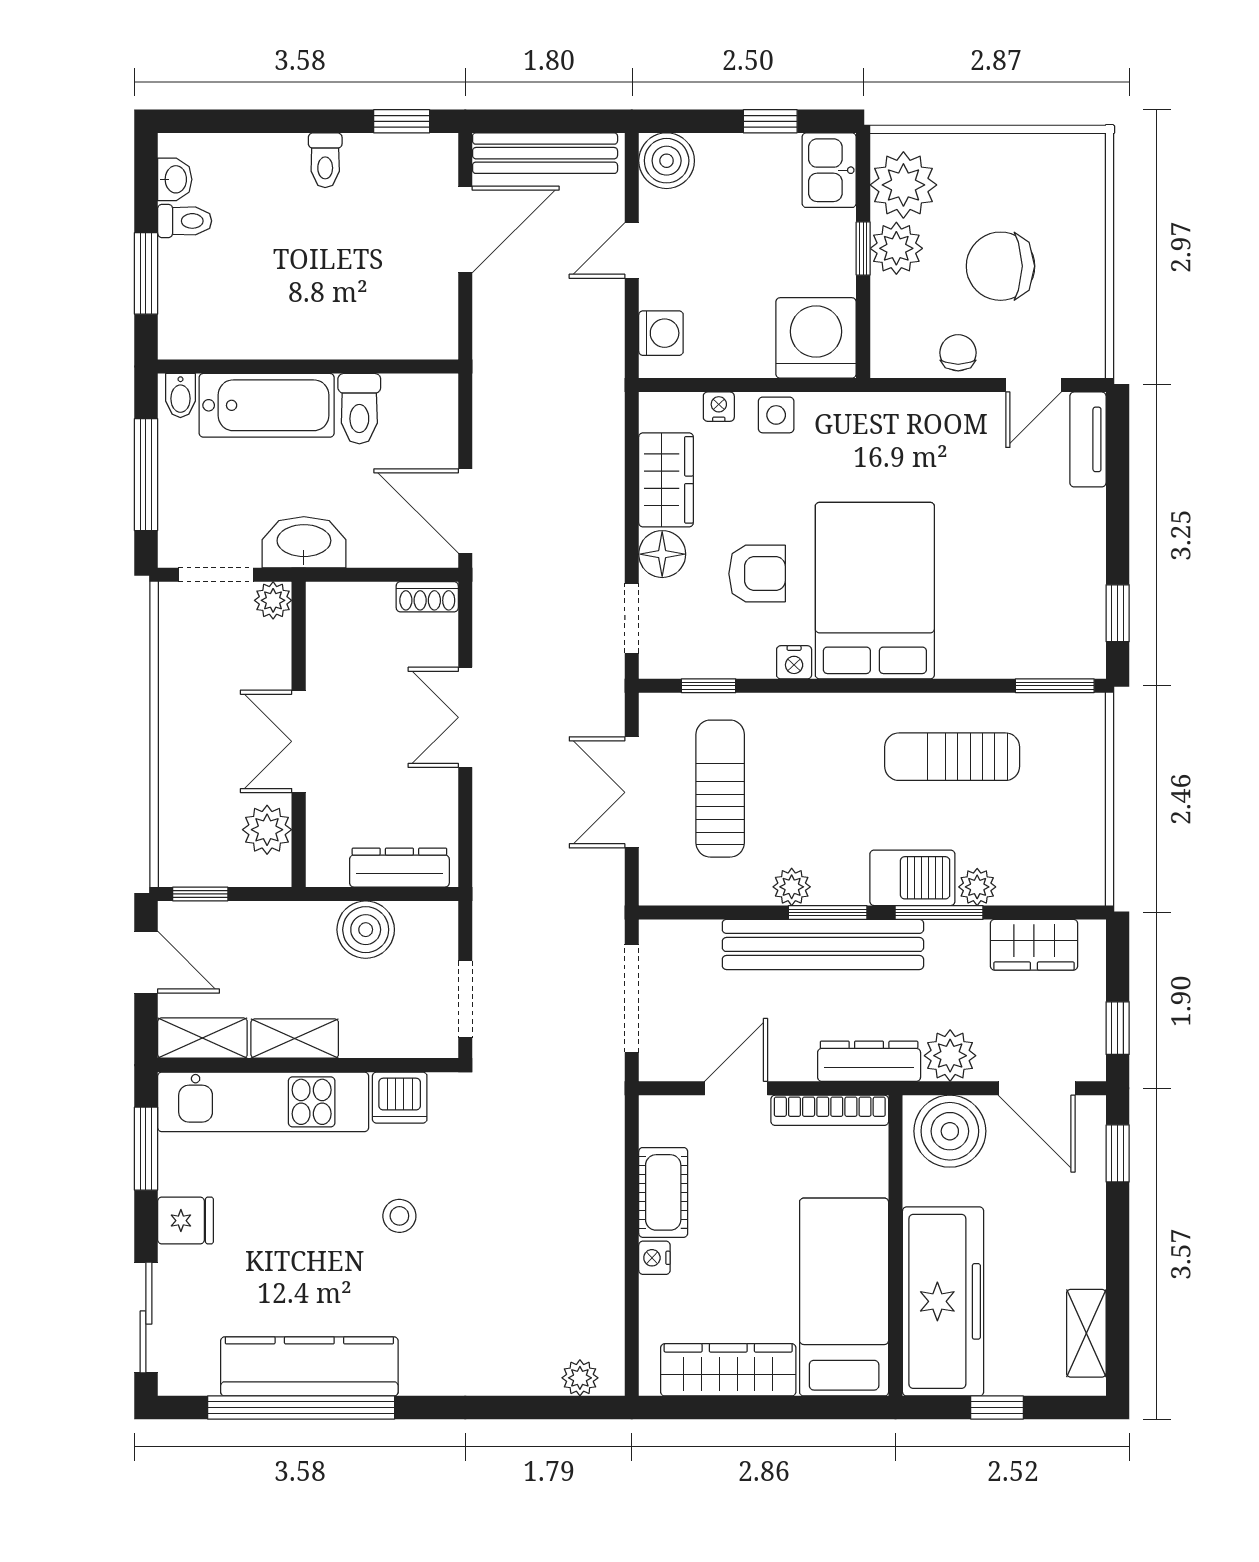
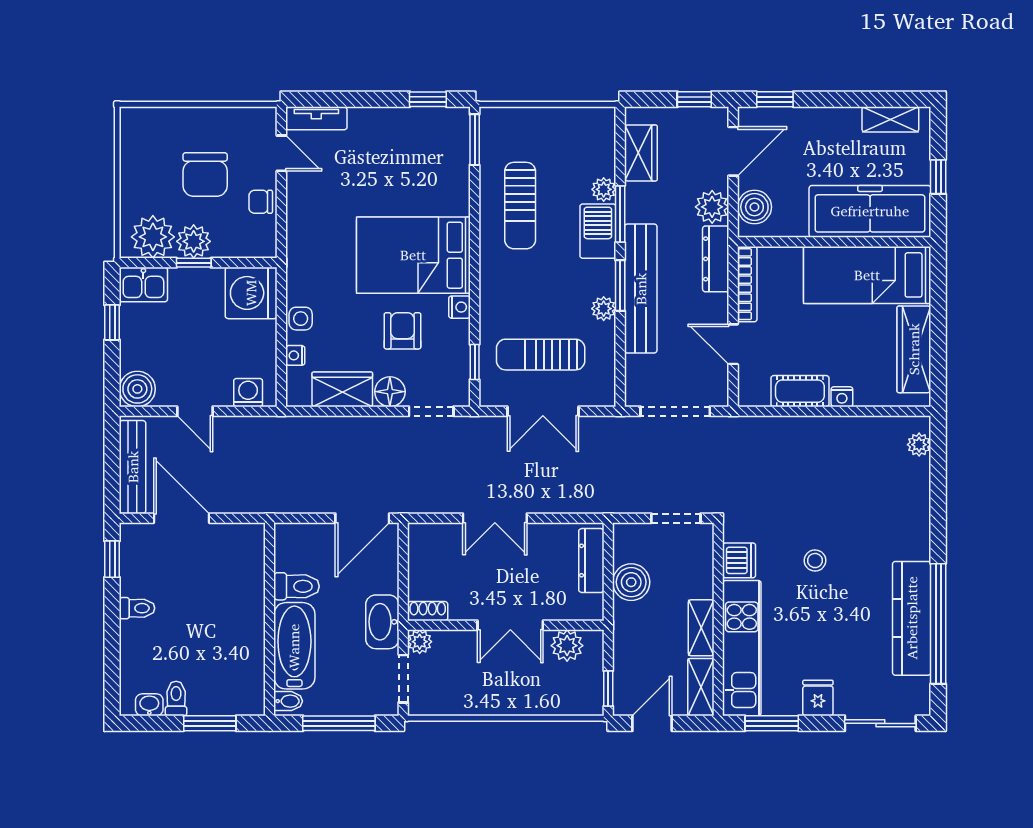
shoe rack: (427, 597) -> (428, 611), moved, turned -90
boiler: (950, 1131) -> (754, 207), width x0.73, depth x0.73

